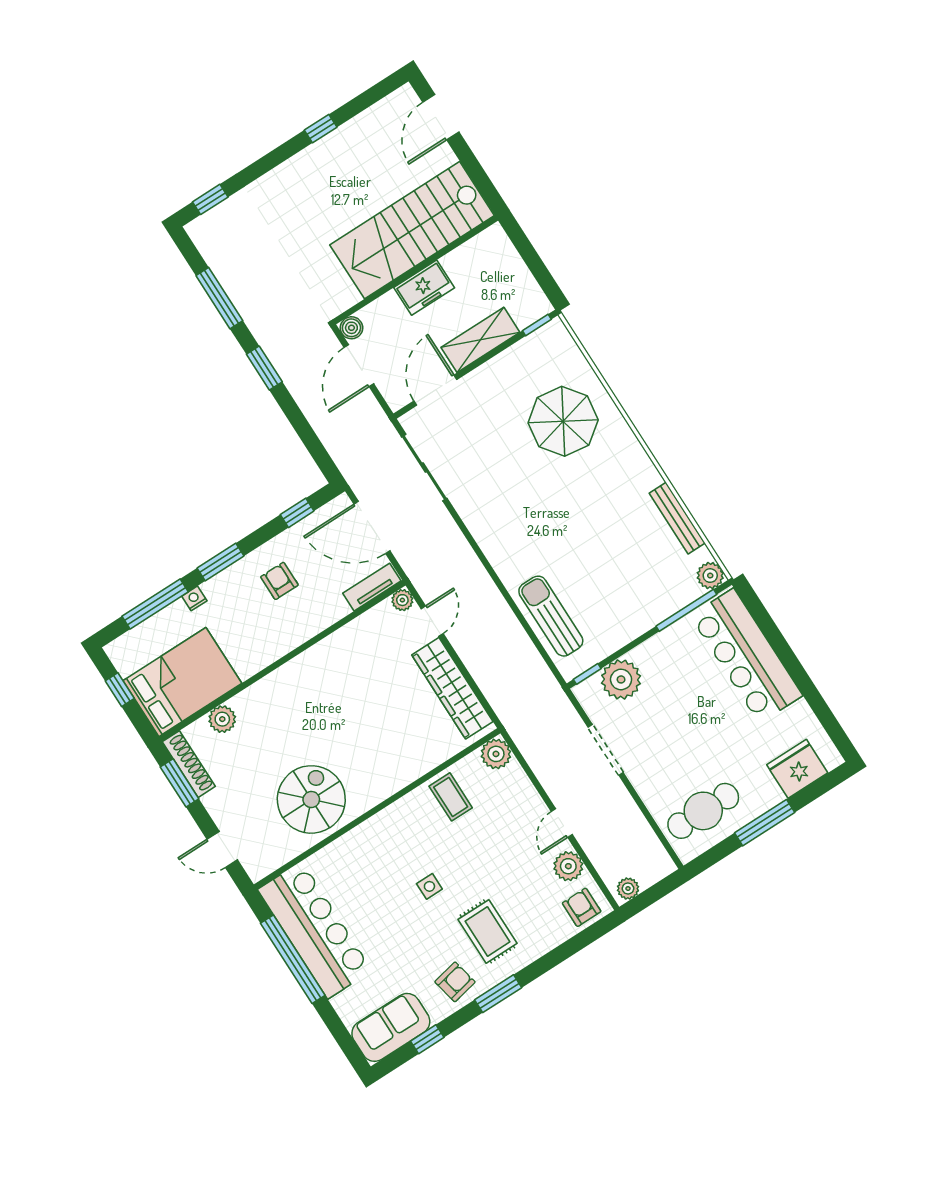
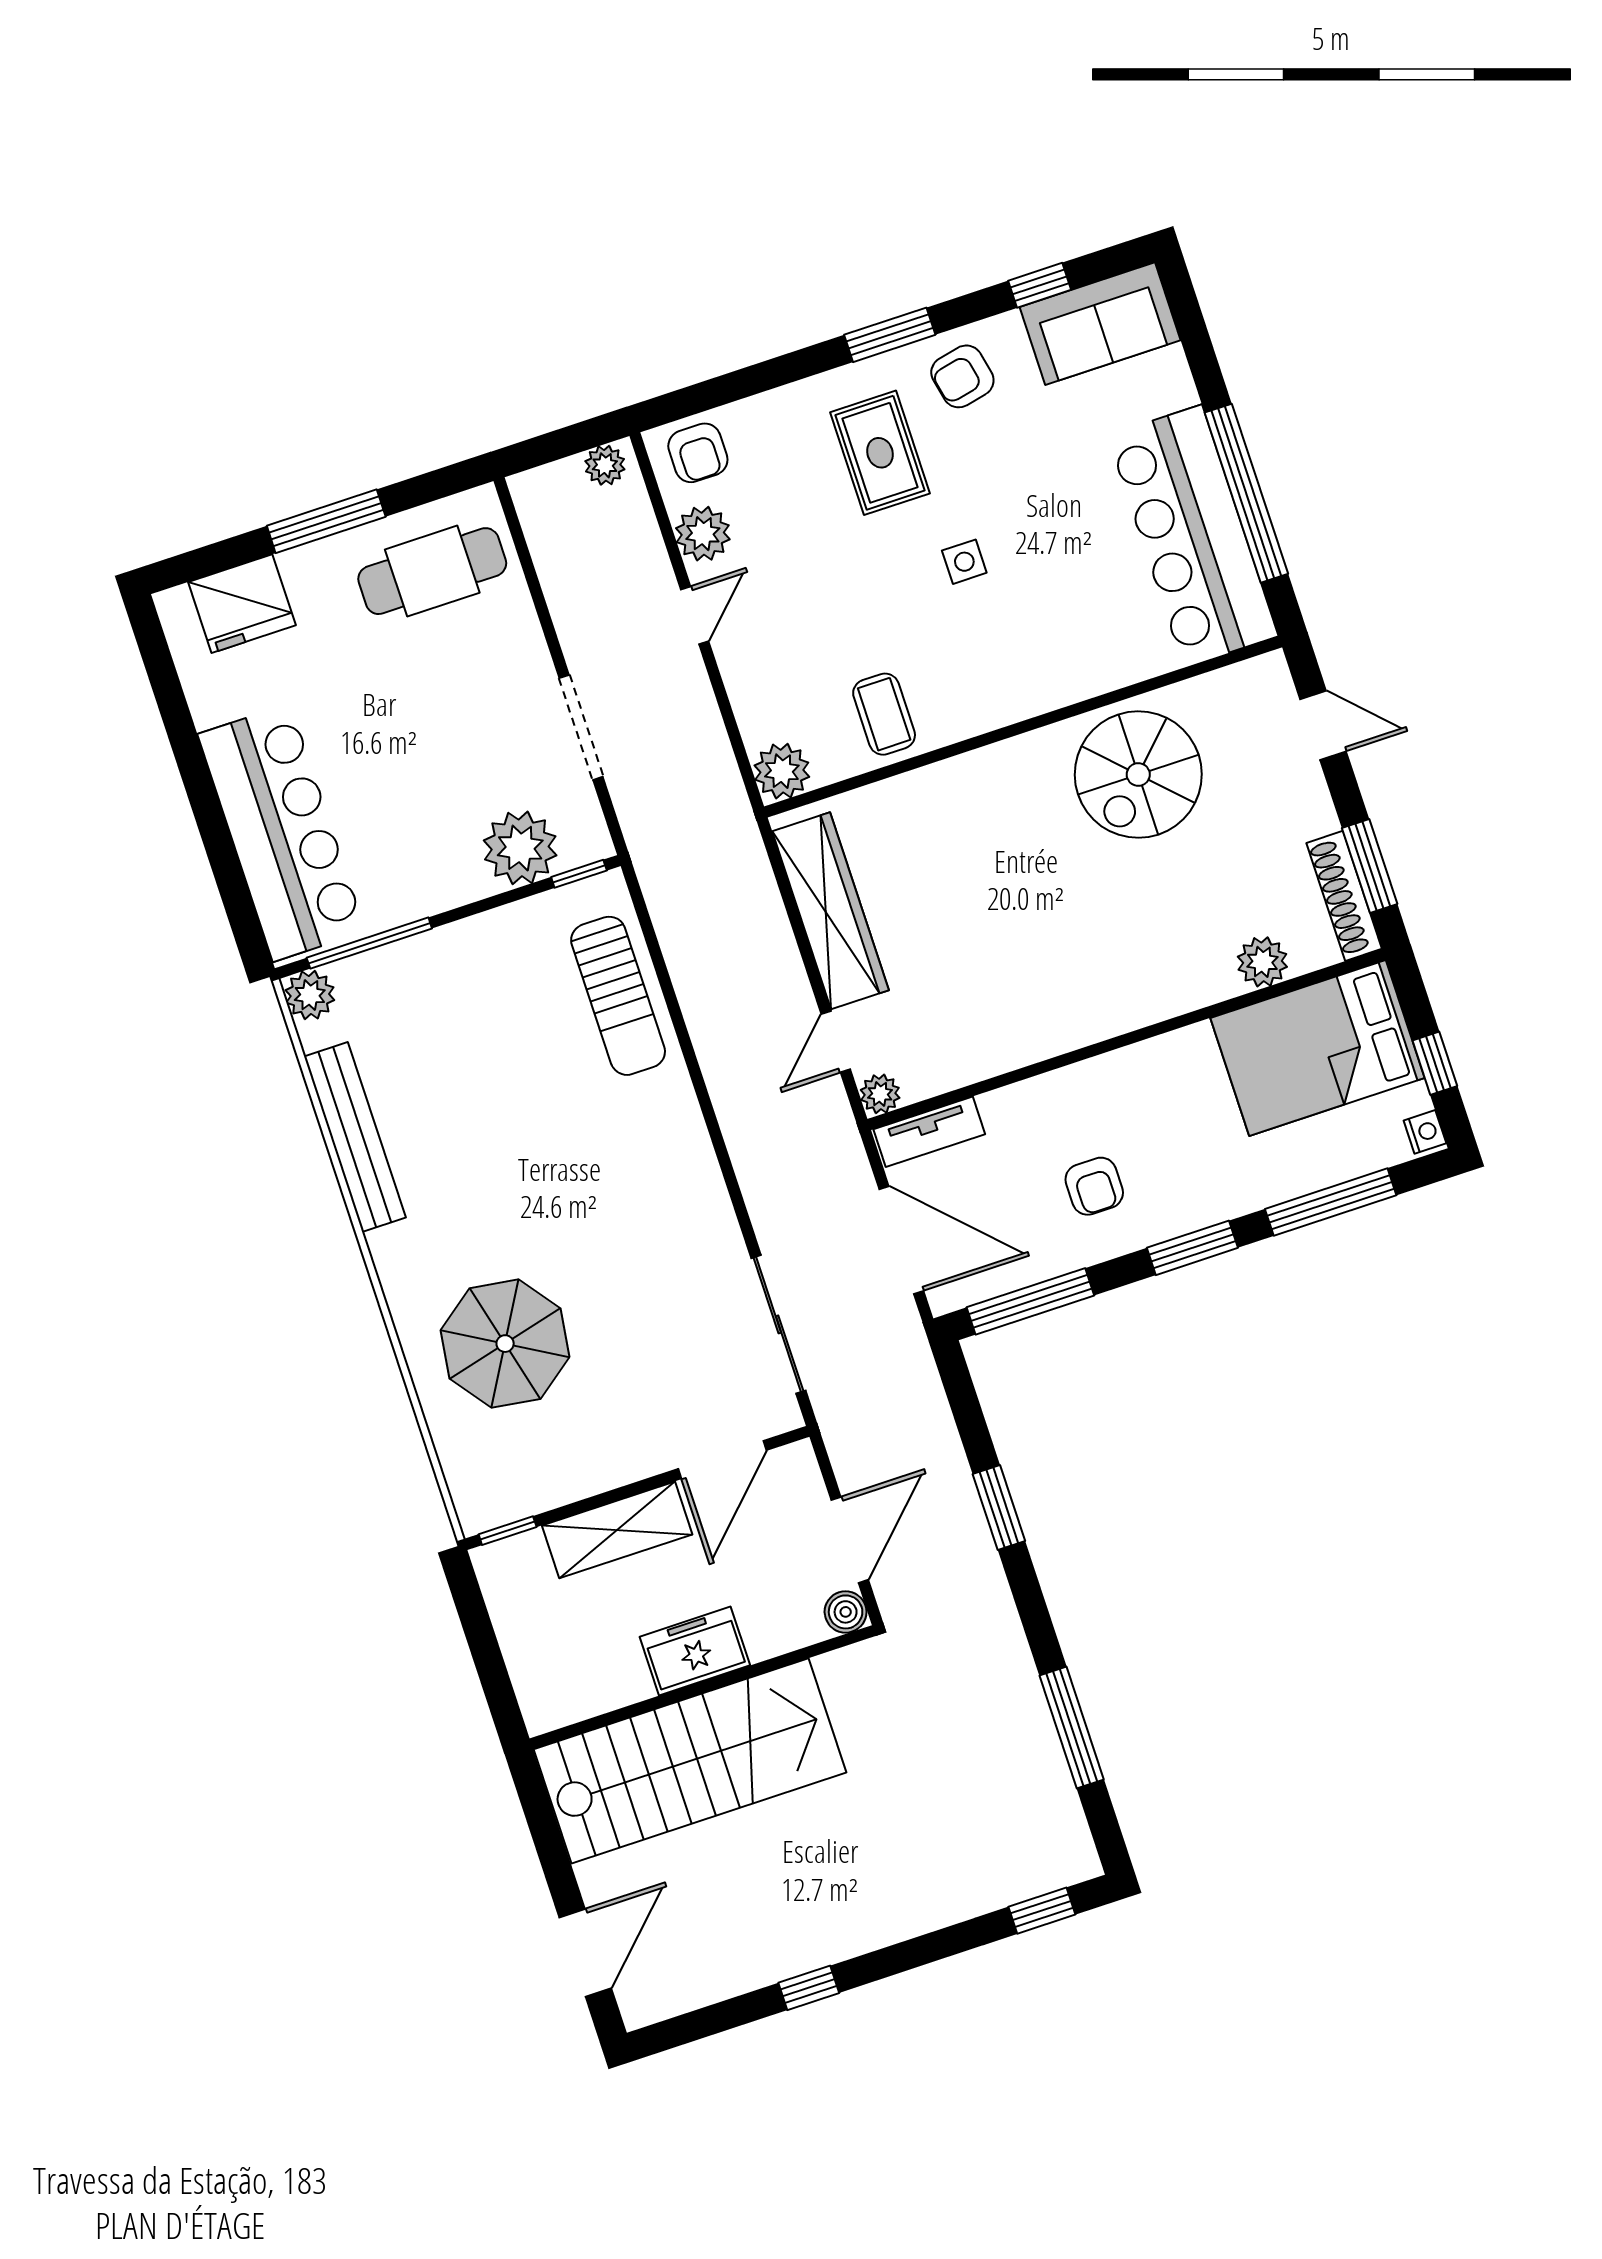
window: (264, 368) -> (999, 1508), moved
window: (297, 513) -> (1030, 1301), width x2.17
bench: (677, 518) -> (355, 1137), width x1.37, depth x1.21
nightstand: (194, 598) -> (1425, 1132), moved, turned -90

